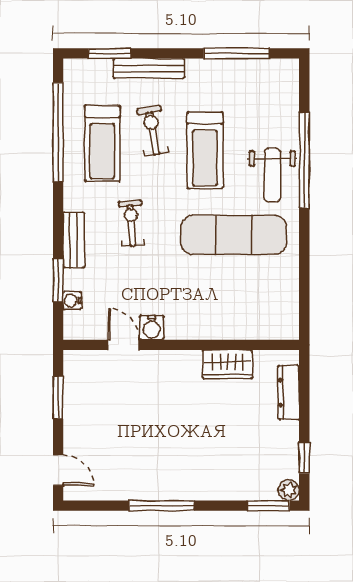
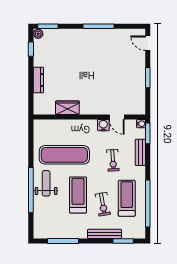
water cooler: (152, 328) -> (103, 125), moved
door: (123, 345) -> (117, 117), moved
wall: (181, 345) -> (89, 117), moved
wardrobe: (227, 364) -> (67, 108), moved

